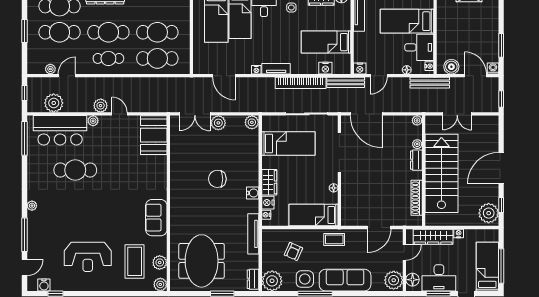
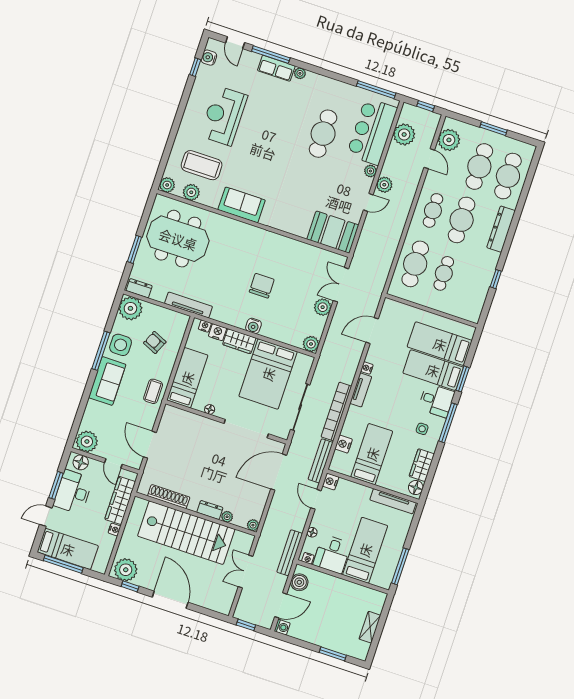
cafe table: (157, 32) -> (444, 273), width x0.73, depth x0.74
window: (501, 45) -> (333, 654), moved
plant: (50, 69) -> (449, 140), width x1.88, depth x1.88
bed: (288, 143) -> (268, 374), width x1.50
water cooler: (253, 193) -> (253, 326), moved
row of seats: (34, 227) -> (276, 68), added
sofa: (345, 280) -> (107, 381), width x0.73

